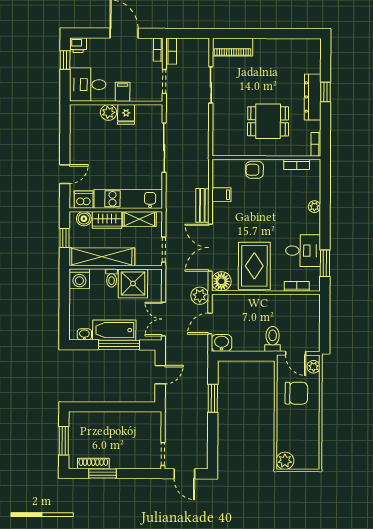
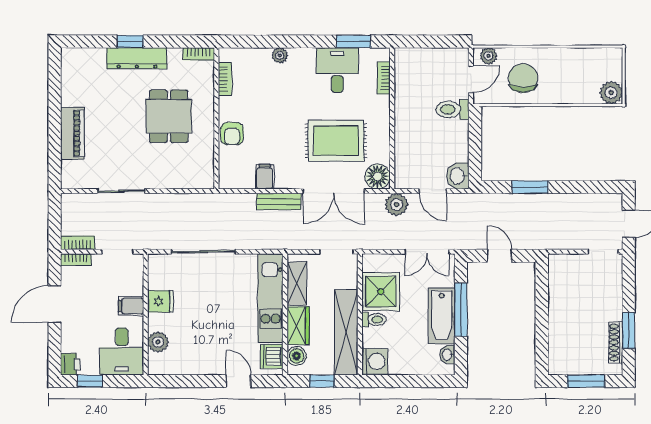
piano: (233, 47) -> (72, 133), moved
plant: (108, 112) -> (158, 342), moved
rug: (254, 266) -> (336, 141), moved

